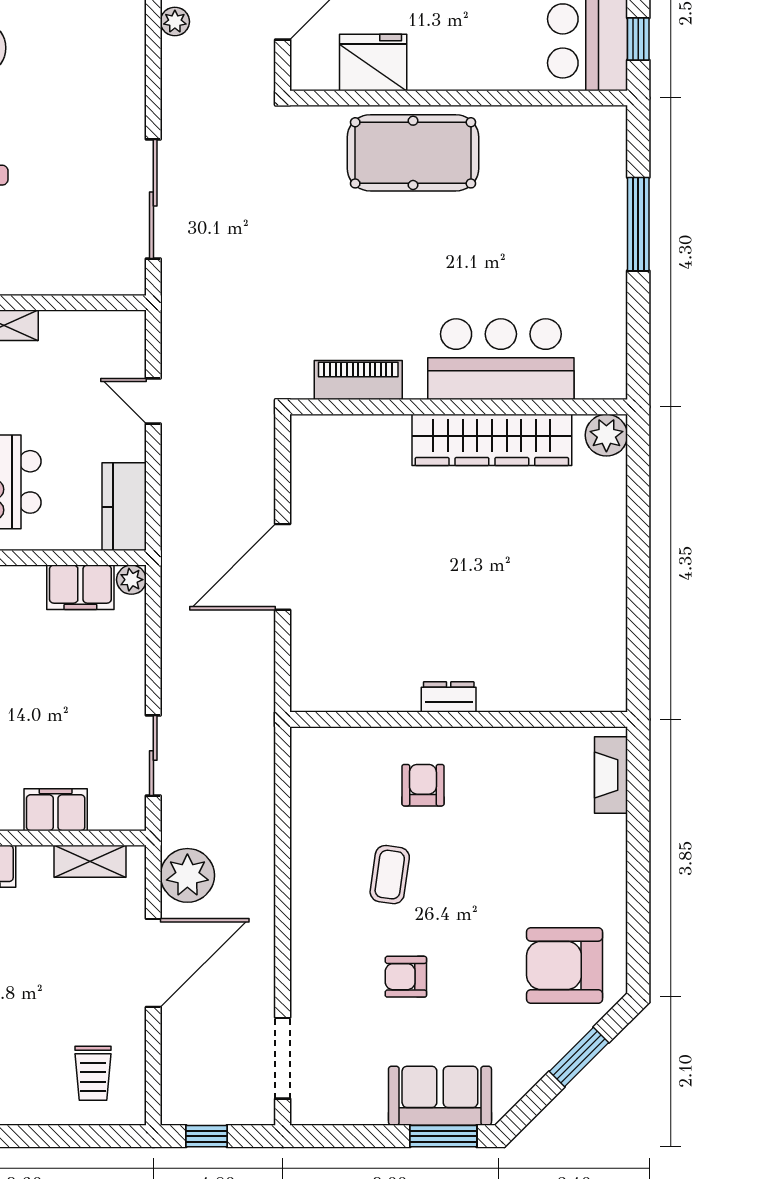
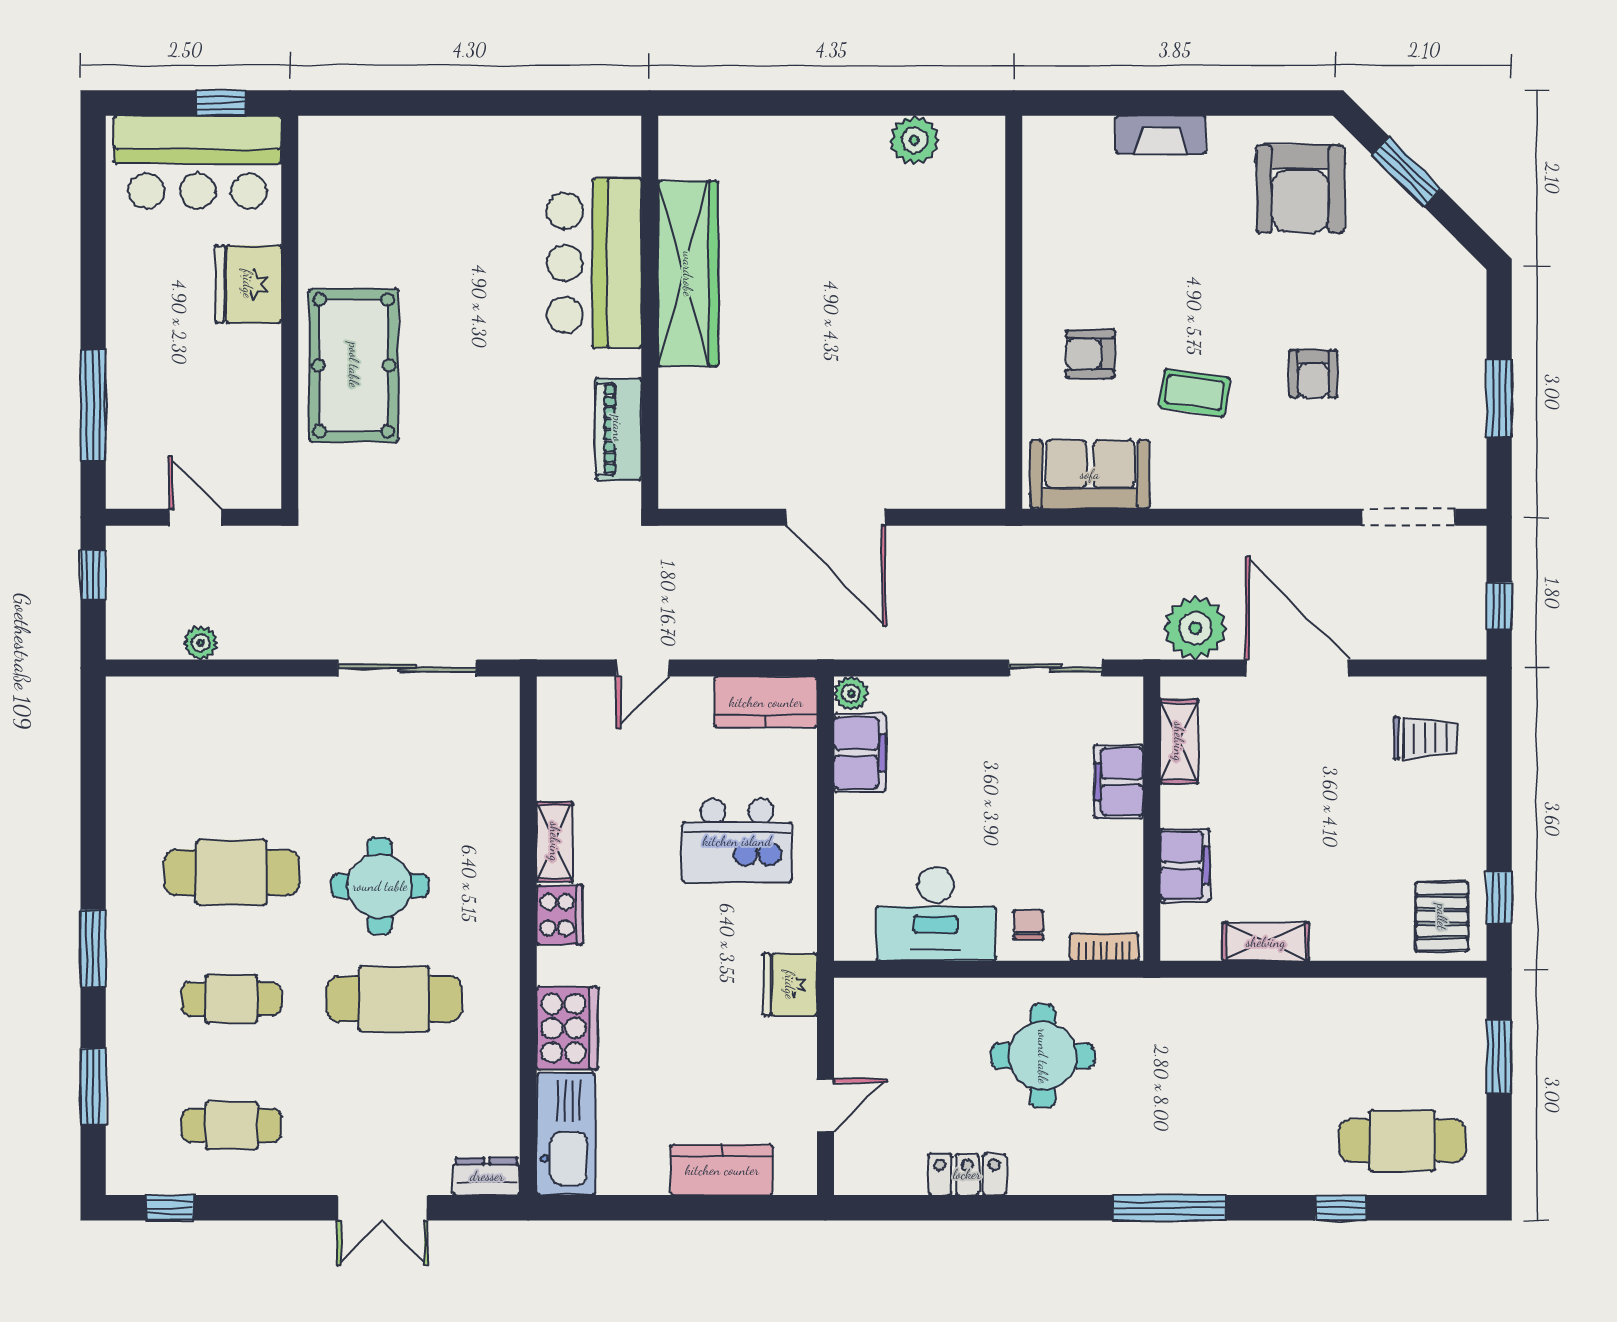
fridge: (373, 62) -> (248, 284), moved
window: (638, 224) -> (437, 103), removed
plant: (606, 435) -> (914, 140), moved
dresser: (449, 697) -> (987, 324), removed
fireplace: (611, 775) -> (1161, 135), moved
sofa: (440, 1096) -> (1090, 474), moved, turned 90
window: (443, 1136) -> (1499, 398), moved

